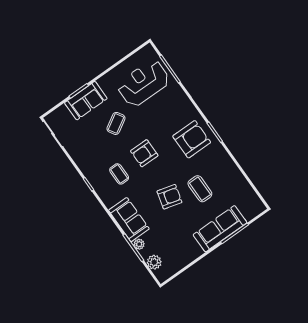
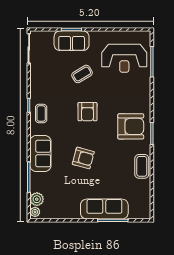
reception desk: (143, 83) -> (124, 58), turned 180
armchair: (144, 153) -> (87, 112), turned -90
coffee table: (119, 174) -> (41, 114), moved
coffee table: (200, 189) -> (142, 166), moved
plant: (139, 244) -> (35, 212), moved

